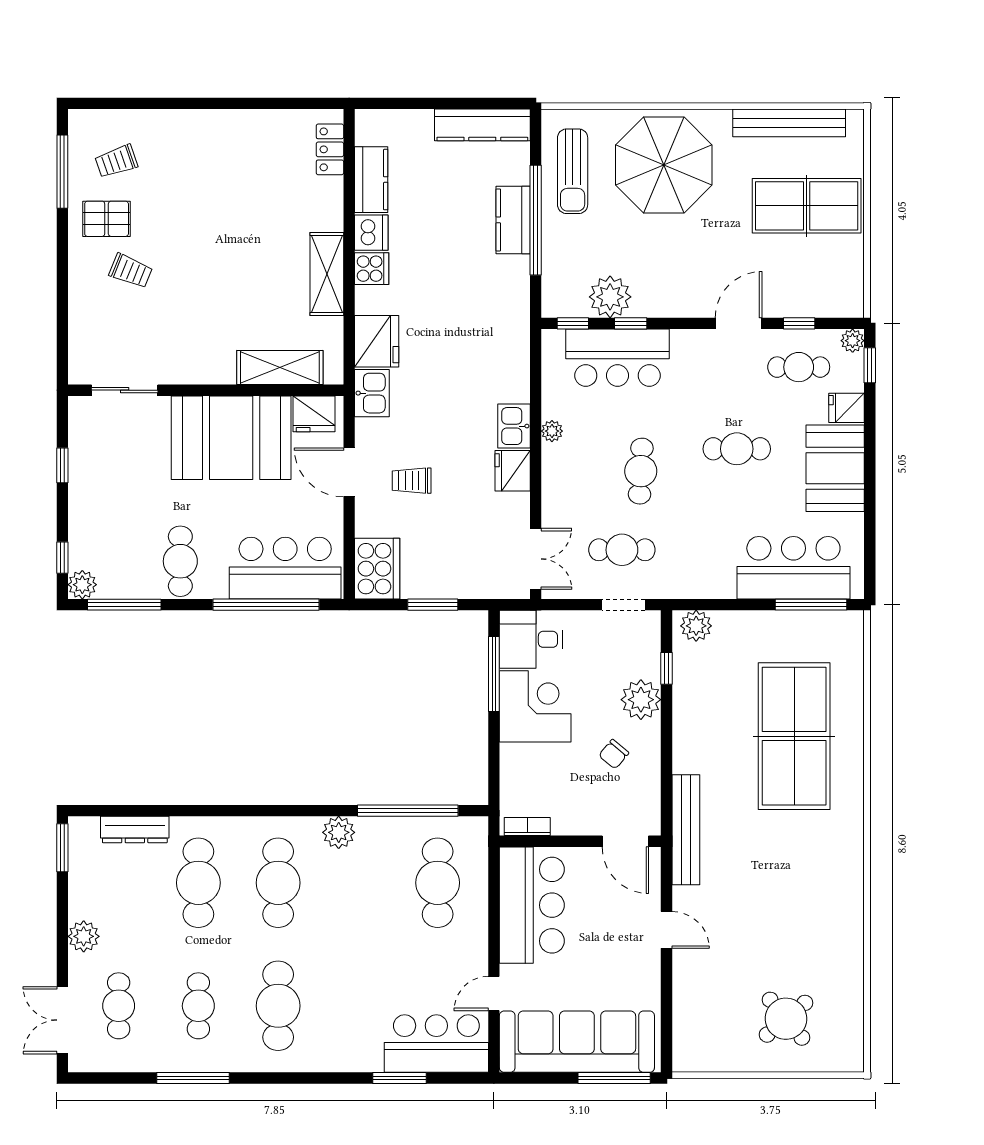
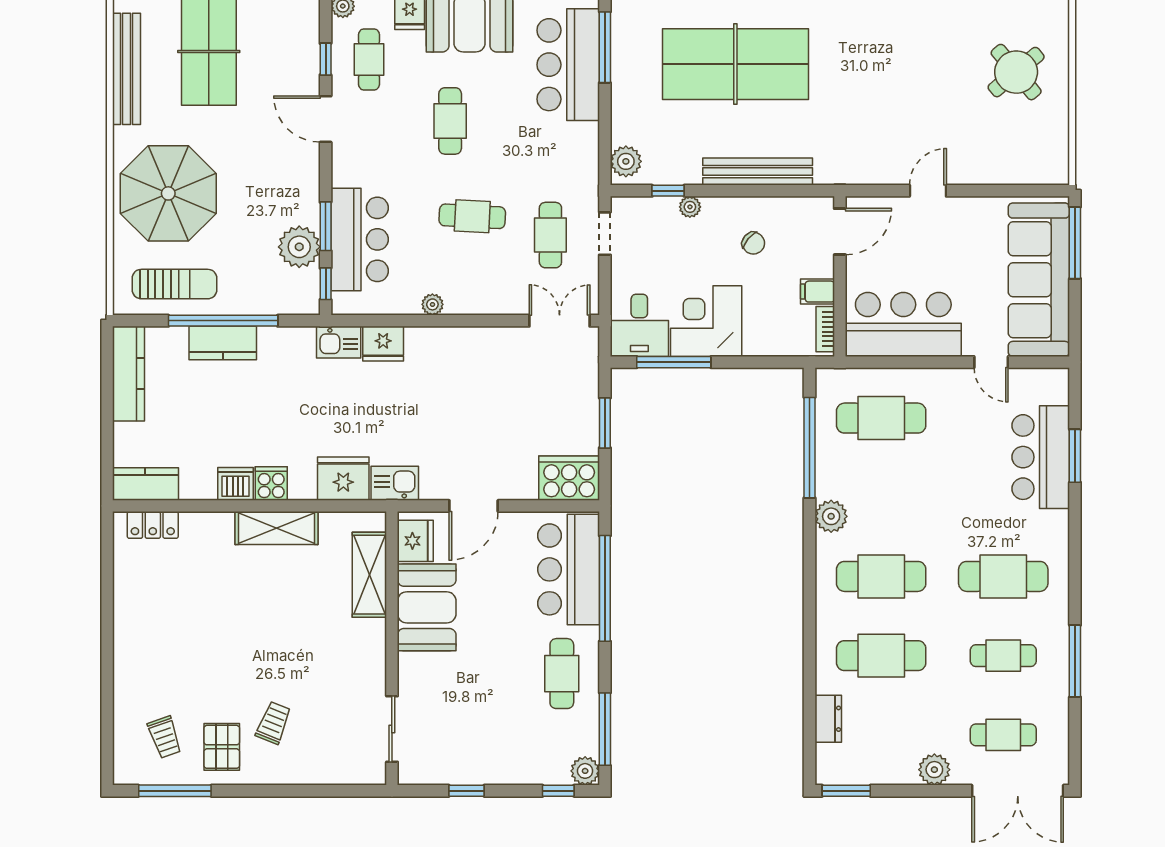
kitchen counter: (371, 180) -> (145, 484), moved
window: (631, 323) -> (326, 226), width x1.50
kitchen sink: (514, 426) -> (339, 342), moved
booth: (231, 438) -> (427, 607), width x0.73, depth x0.70
fridge: (513, 471) -> (383, 344), moved
trolley: (412, 481) -> (482, 444), removed
cafe table: (180, 561) -> (562, 674), turned 90
plant: (641, 700) -> (690, 207), width x0.53, depth x0.53
filing cabinet: (565, 819) -> (818, 292), added
dresser: (135, 830) -> (828, 719), width x0.70
bench: (686, 830) -> (758, 172), moved
double door: (62, 1020) -> (1018, 791), width x1.37
bar counter: (436, 1044) -> (1041, 457), moved

